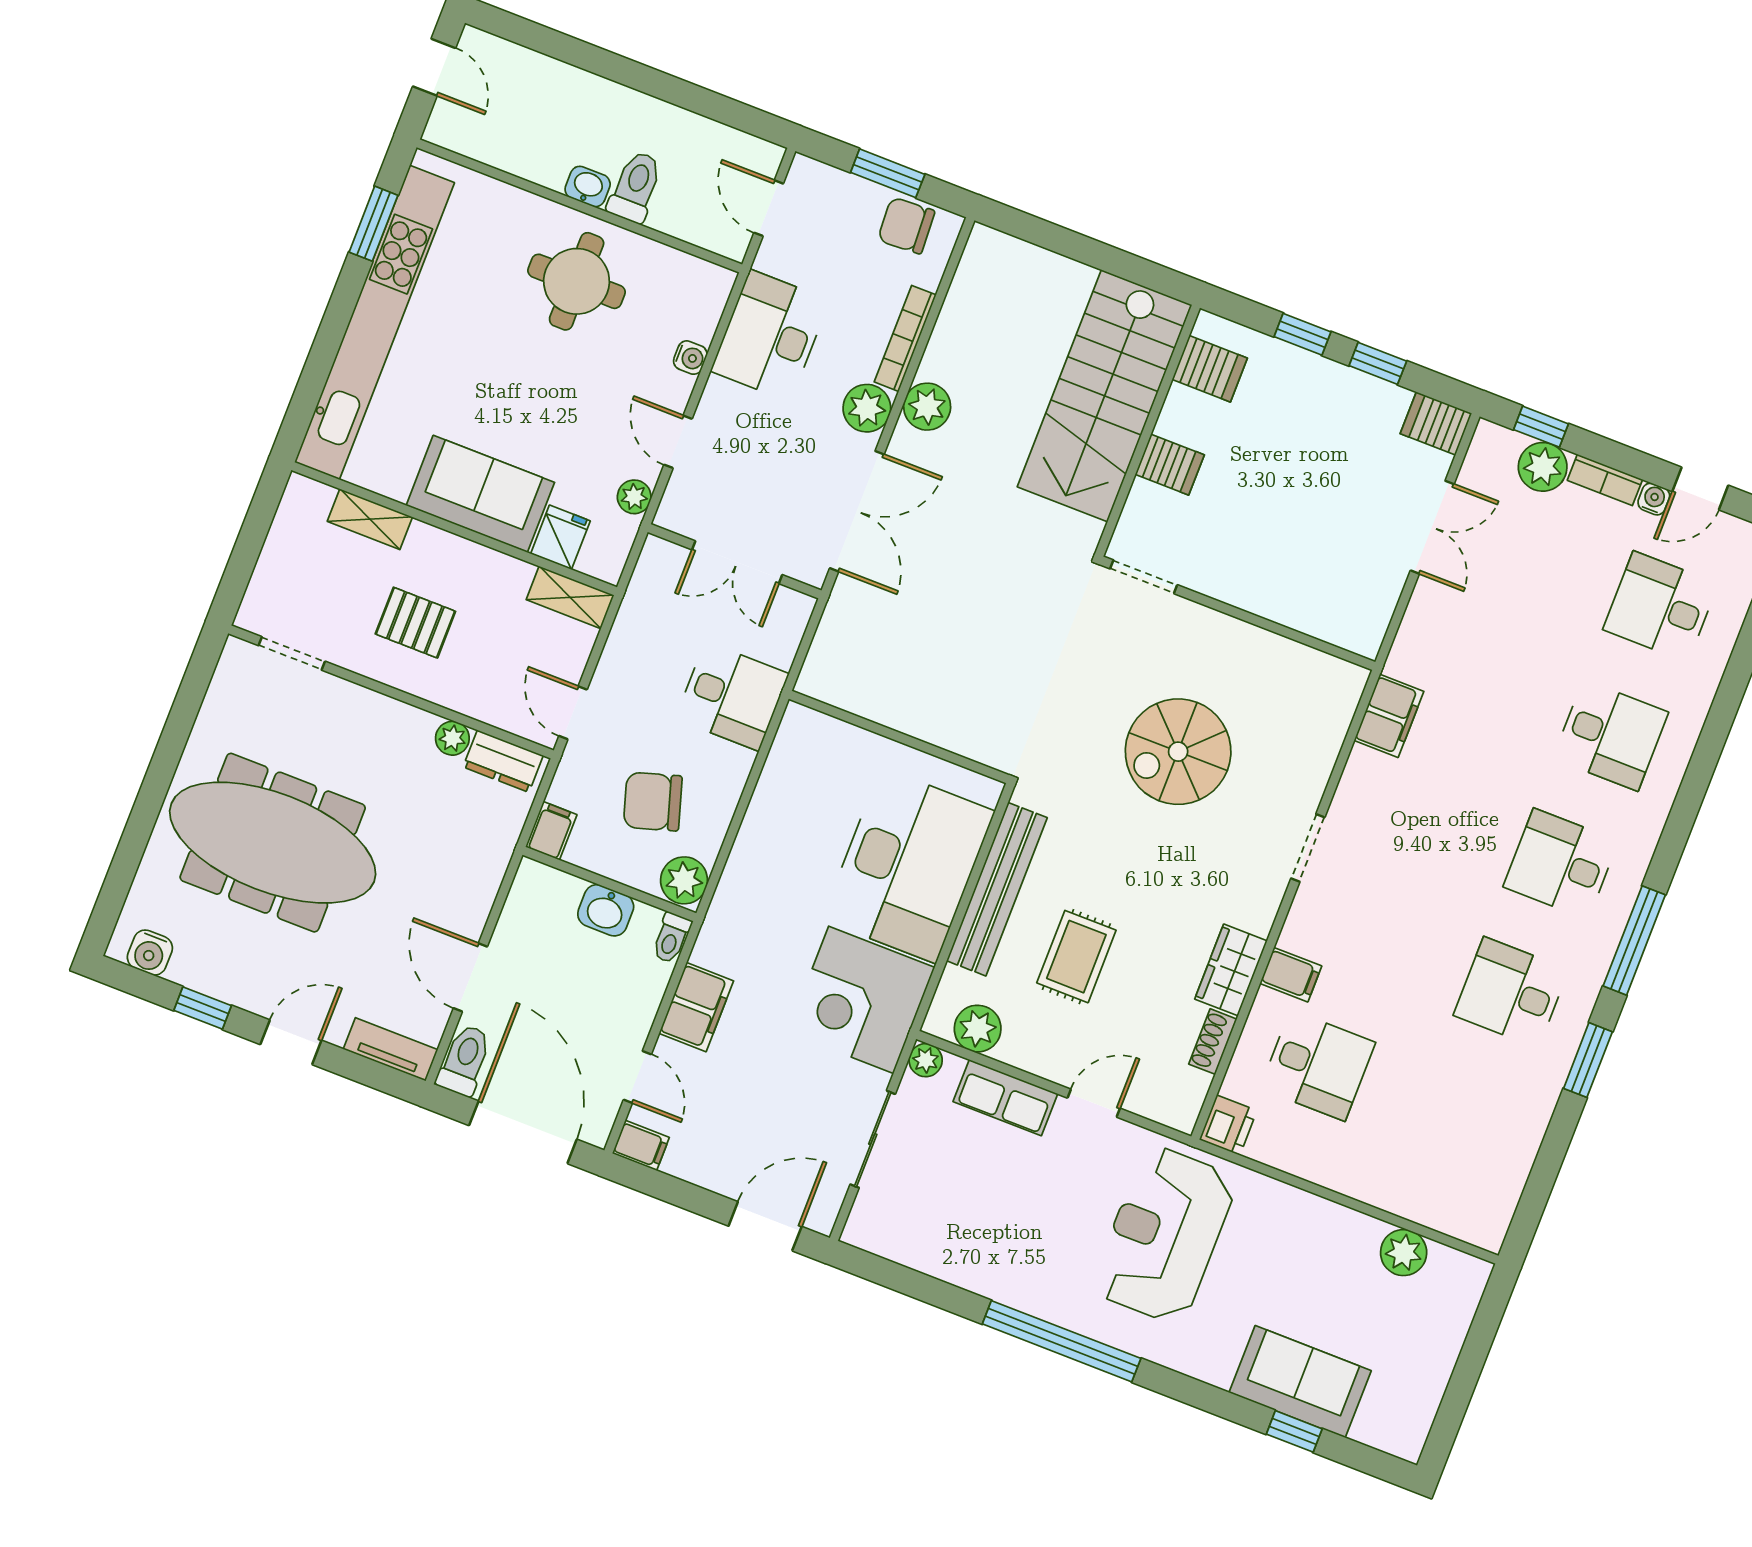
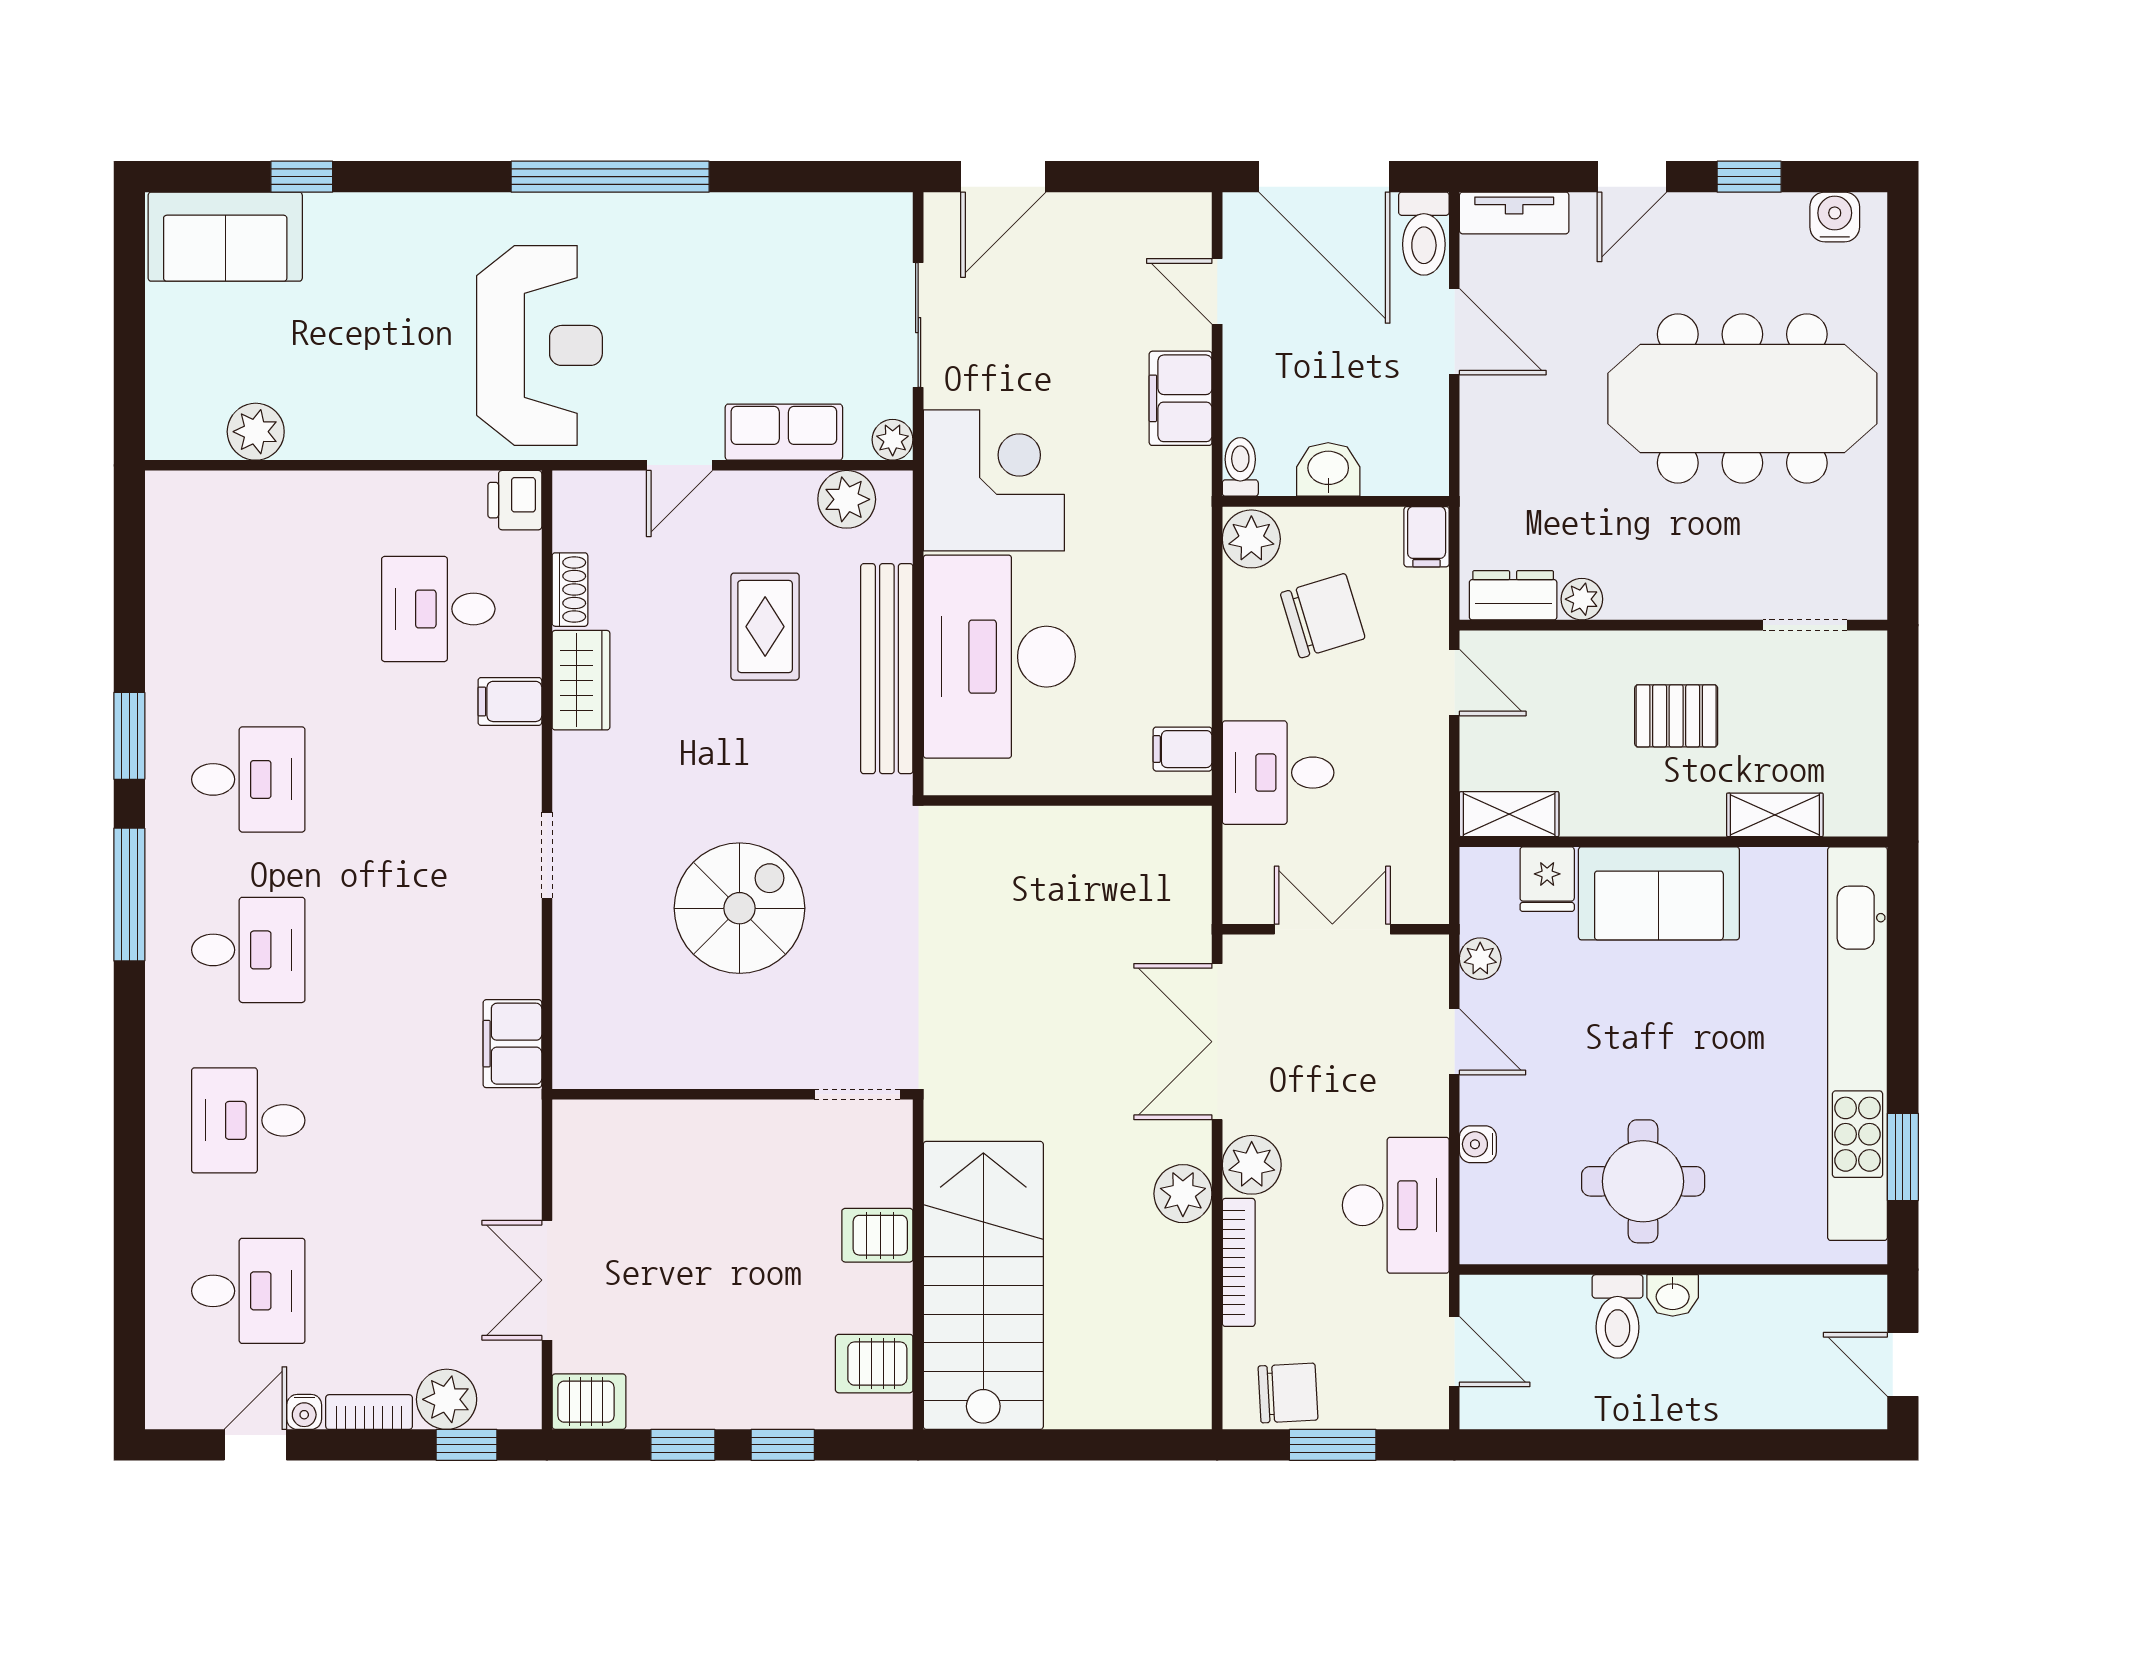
filing cabinet: (641, 1145) -> (1183, 749), moved
sofa: (1300, 1382) -> (225, 237), moved

